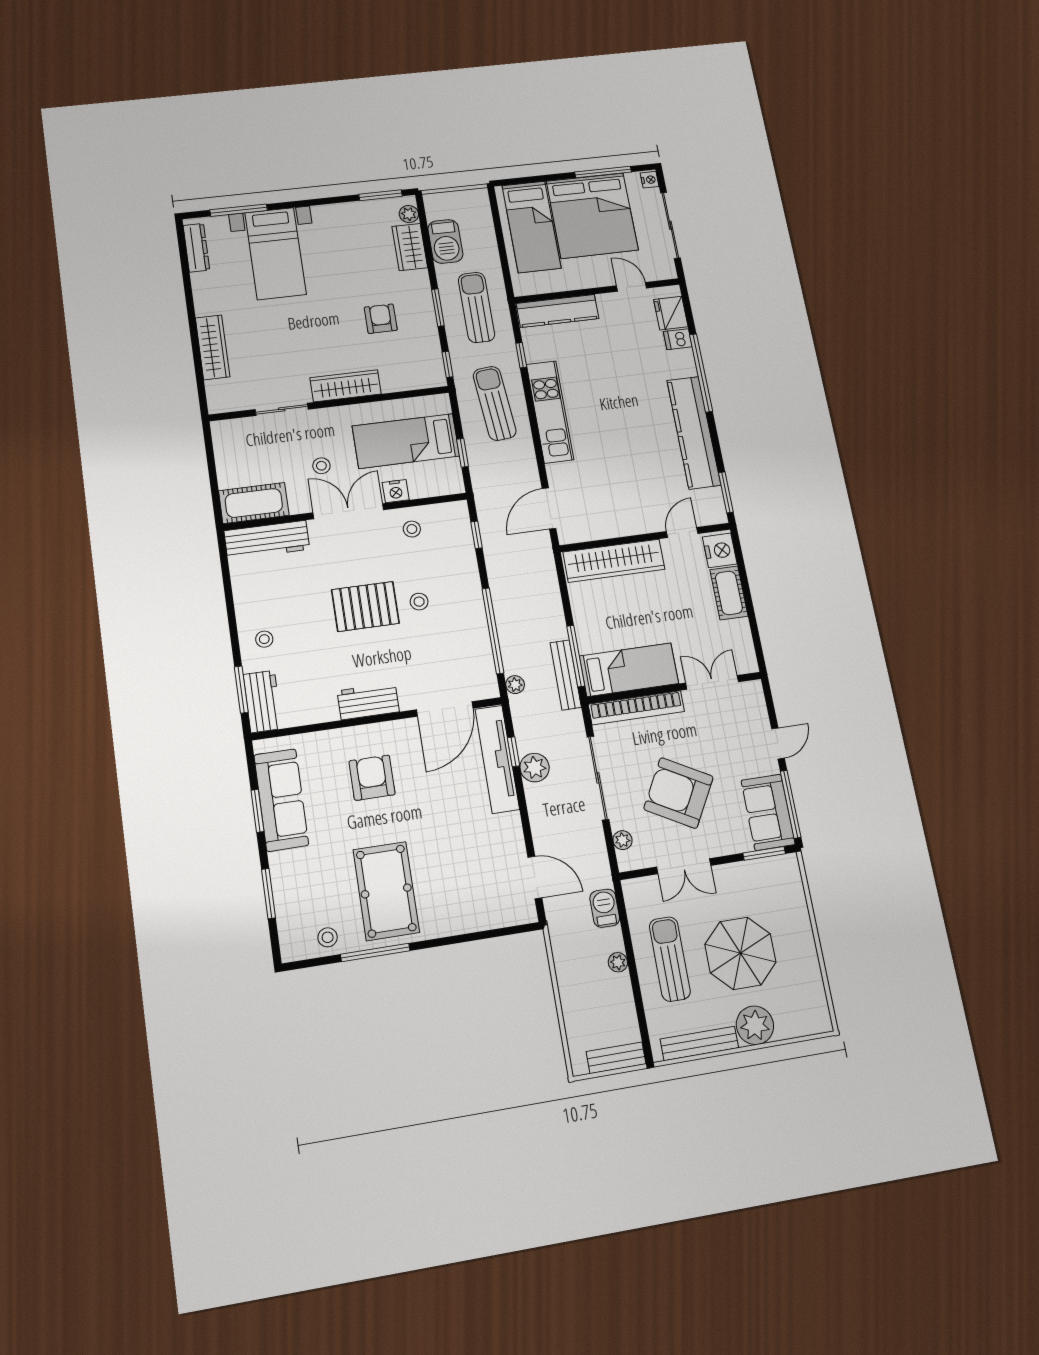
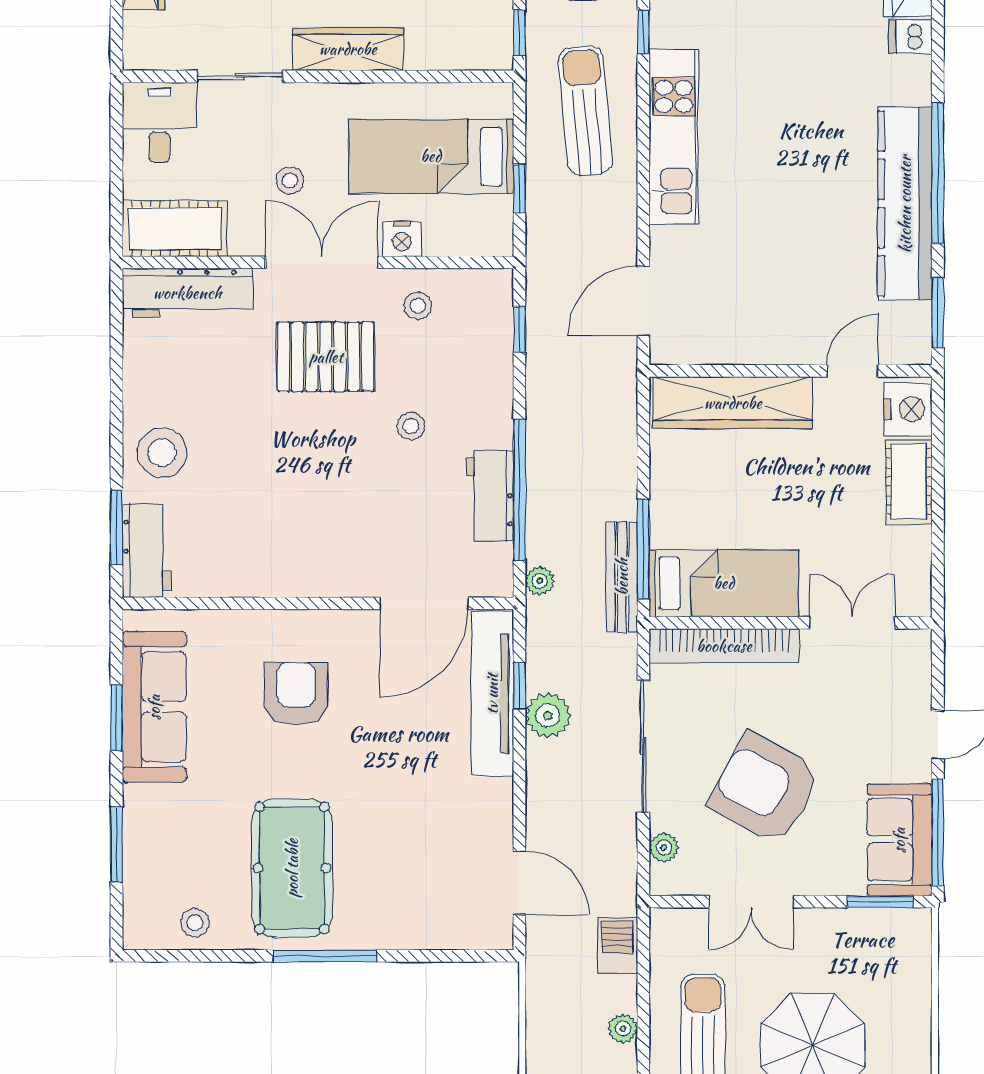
window: (701, 373) -> (938, 173), moved
desk: (236, 442) -> (160, 122), added
pallet: (365, 606) -> (326, 357), moved
stool: (264, 639) -> (162, 453), width x1.89, depth x1.89
workbench: (368, 701) -> (490, 496), moved, turned -90
window: (375, 952) -> (325, 956), moved

